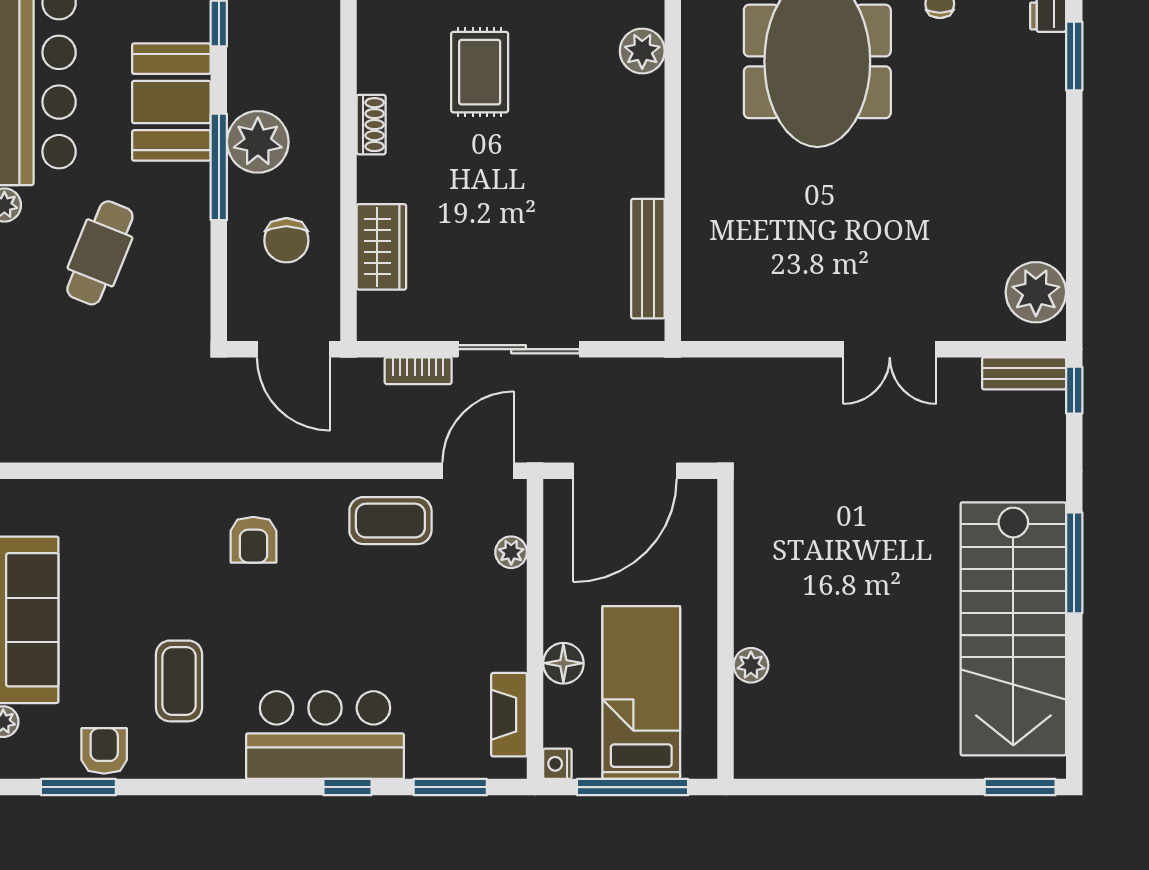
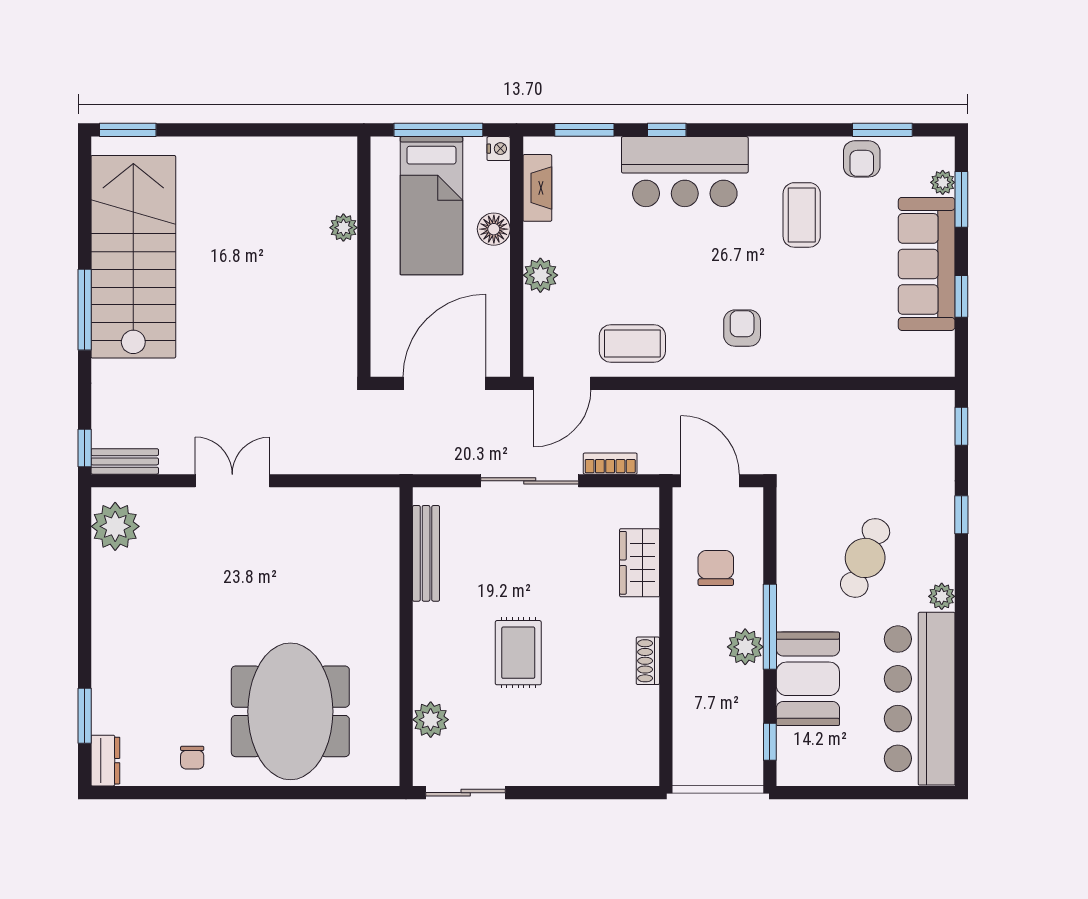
rug: (480, 72) -> (518, 653), moved
plant: (258, 142) -> (745, 647), width x0.73, depth x0.73
plant: (511, 552) -> (540, 275), moved, width x1.38, depth x1.38

